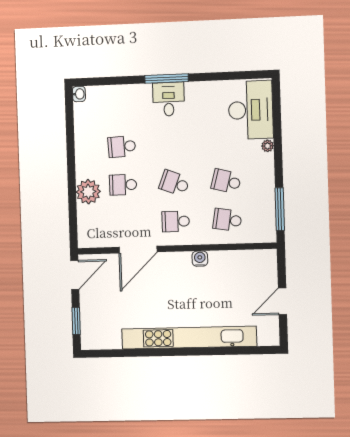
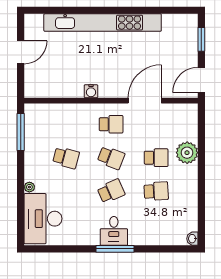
school desk: (227, 220) -> (111, 191), moved, turned -33

